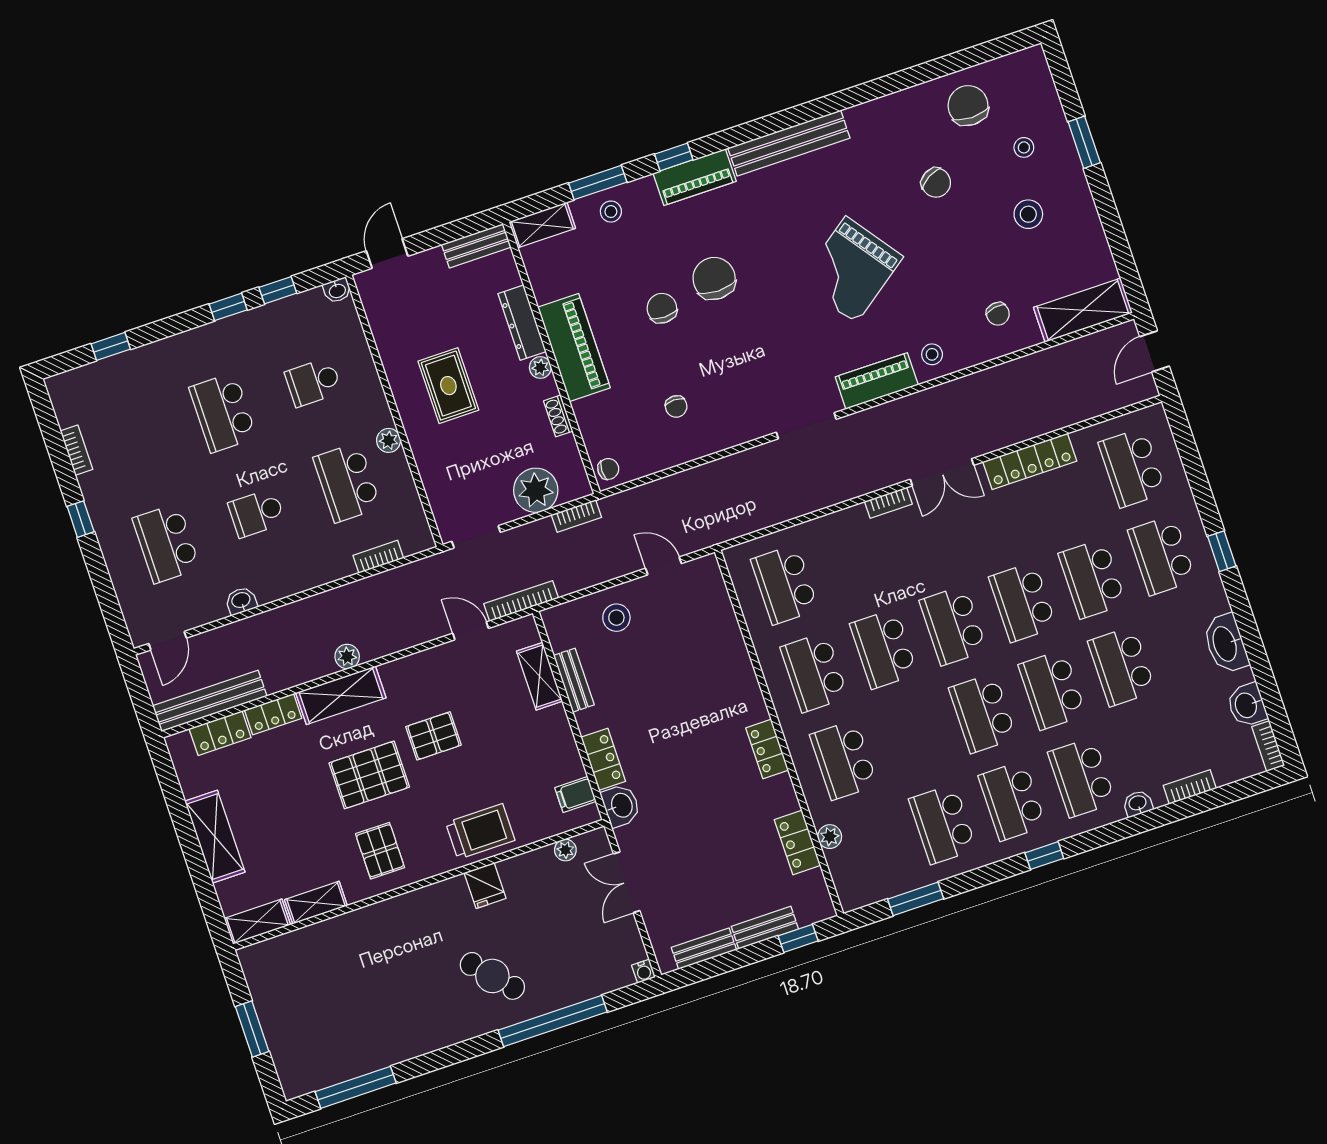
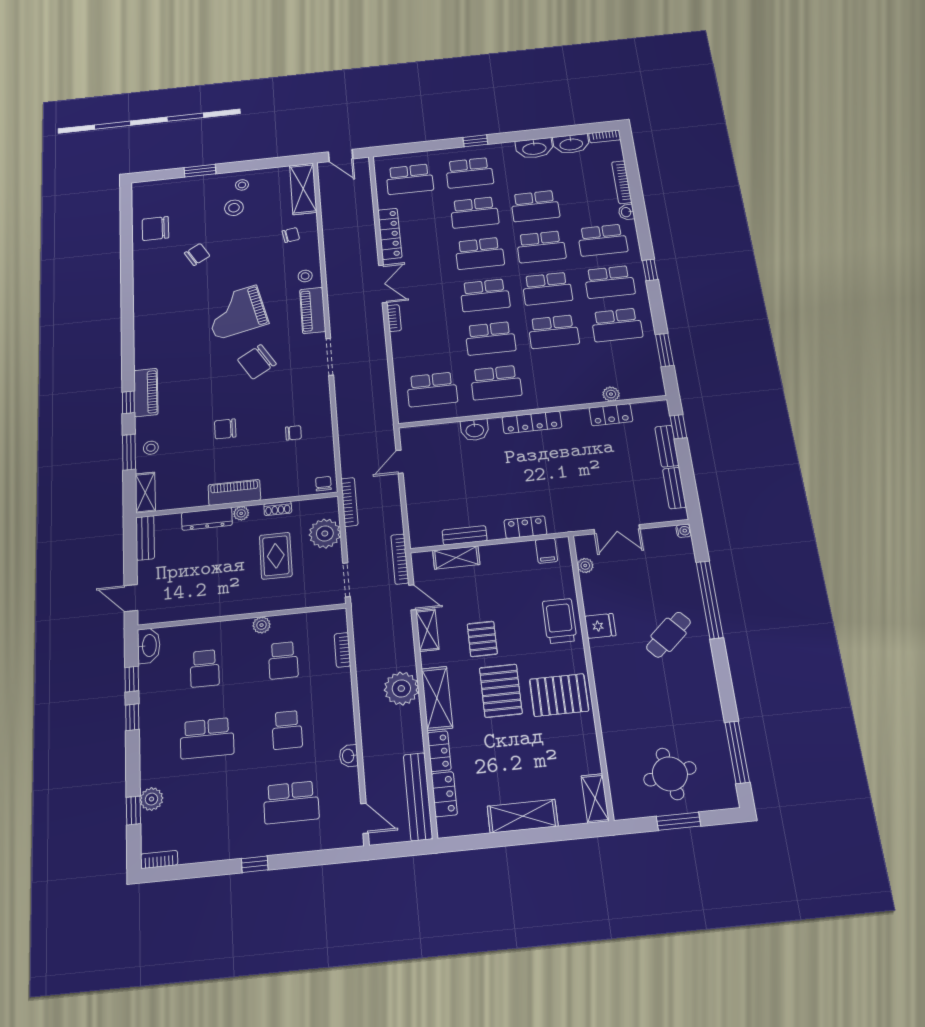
bench: (789, 143) -> (143, 333), removed
stool: (1024, 147) -> (242, 185), moved
grand piano: (851, 270) -> (236, 312), turned 113
chair: (714, 278) -> (257, 362), moved, turned -31
washbasin: (337, 290) -> (149, 646), width x1.91, depth x1.45
piano: (574, 347) -> (234, 492), width x0.73, depth x0.75
plant: (130, 365) -> (152, 799), added
rug: (448, 386) -> (276, 556), moved, turned 90
bookcase: (76, 450) -> (159, 859), moved
school desk: (347, 483) -> (283, 660), width x0.54
bookcase: (576, 516) -> (349, 502), width x1.56
stool: (616, 618) -> (428, 499), removed
door: (471, 631) -> (412, 597), swing flipped
plant: (347, 656) -> (401, 688), width x1.88, depth x1.88
washbasin: (1247, 705) -> (571, 144), width x1.38
locker: (767, 749) -> (532, 422), width x1.53
school desk: (844, 760) -> (553, 332), moved
bookcase: (1190, 787) -> (622, 182), width x1.56
washbasin: (621, 806) -> (475, 430), moved, turned 180
pallet: (380, 851) -> (559, 695), width x1.50, depth x1.42
shelving: (316, 903) -> (427, 630), moved
round table: (309, 1009) -> (670, 774), added

